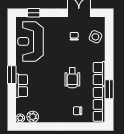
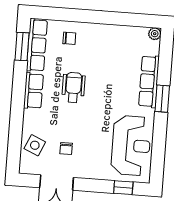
row of seats: (22, 86) -> (149, 81), width x1.48
window: (109, 89) -> (22, 47), moved
plant: (33, 117) -> (136, 34), removed

